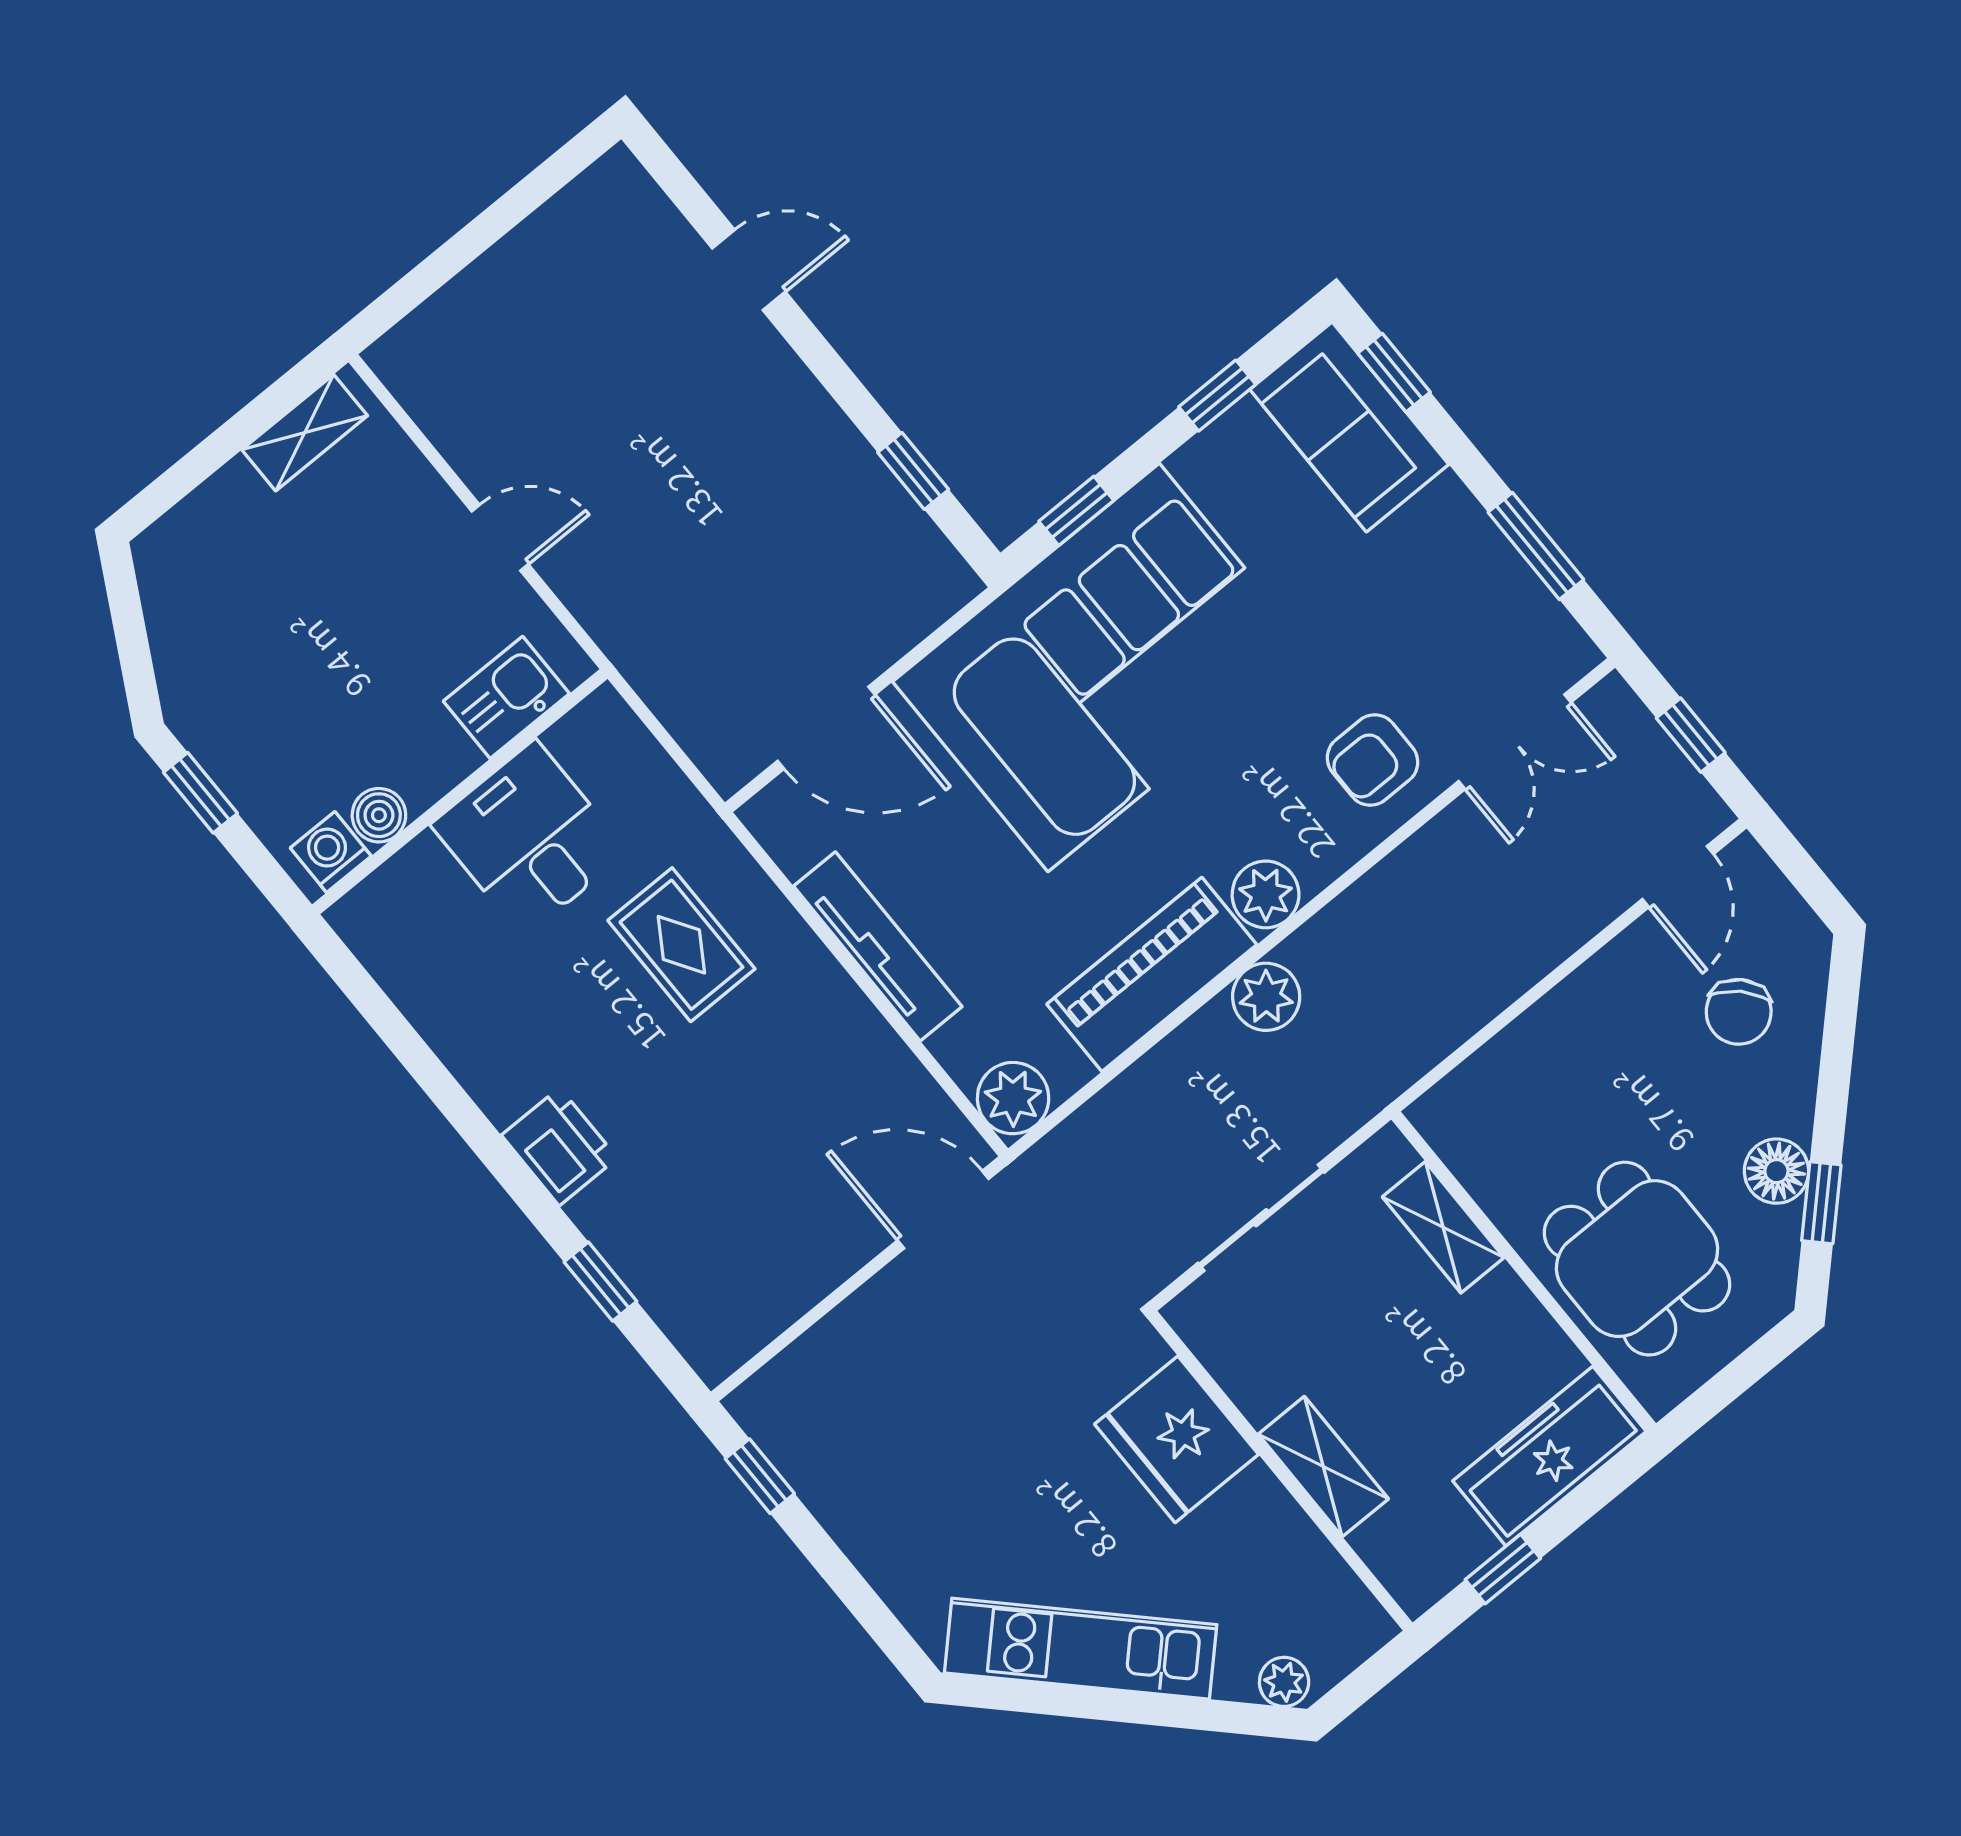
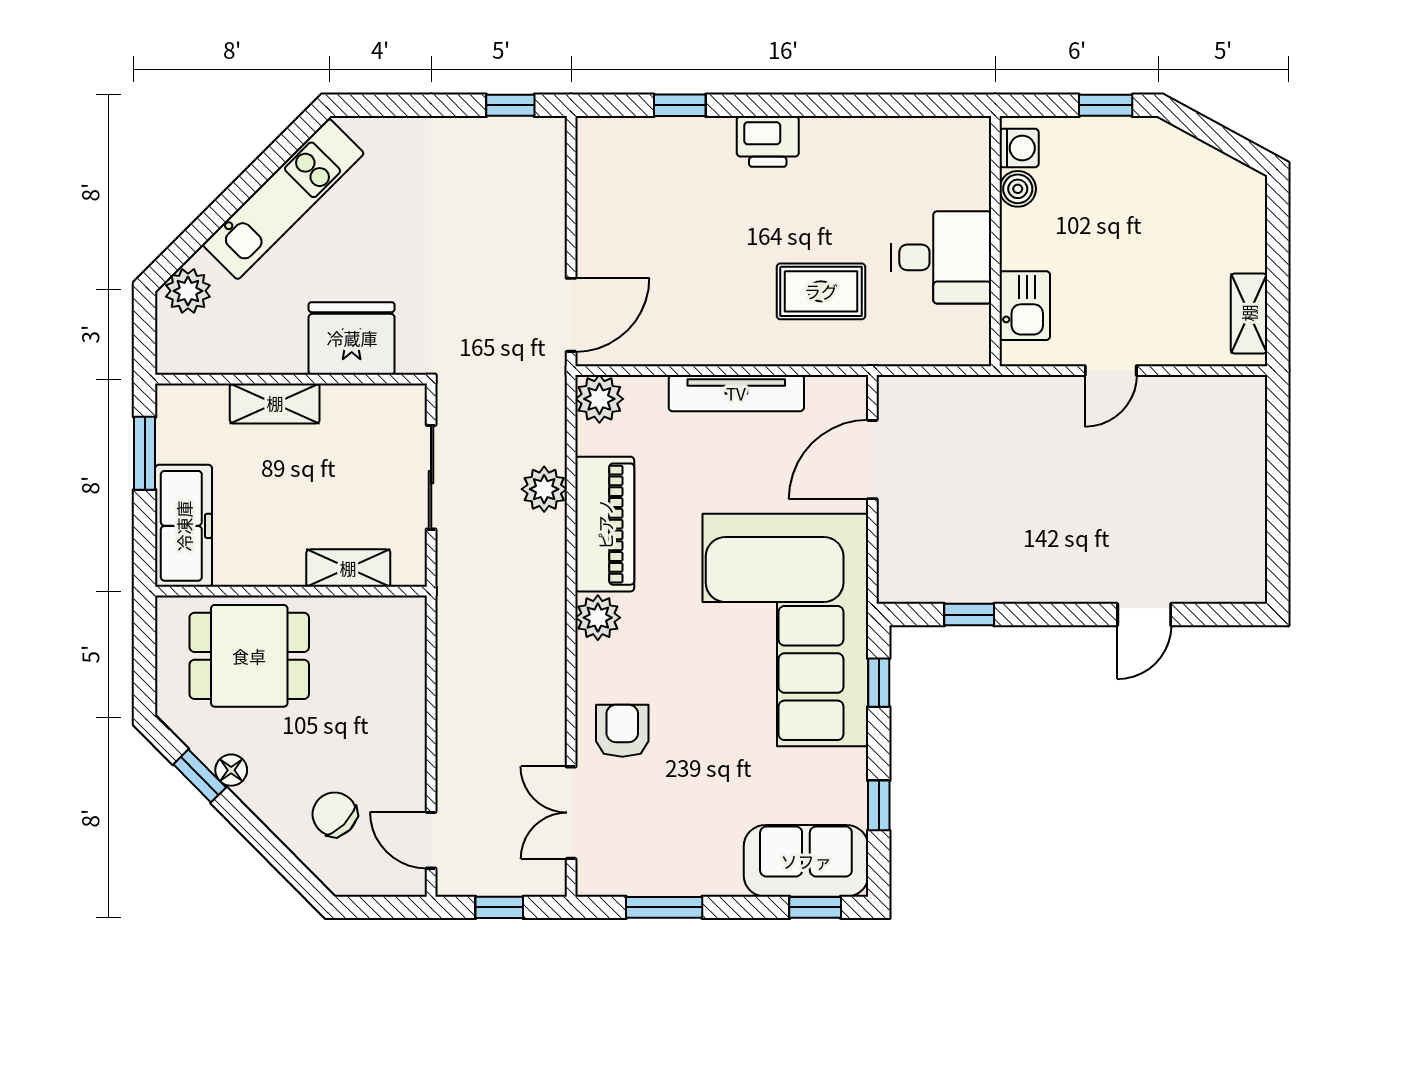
plant: (1266, 997) -> (544, 489), moved
floor lamp: (1776, 1171) -> (231, 770), width x0.73, depth x0.73
window: (1503, 1569) -> (145, 453), width x1.50
plant: (1284, 1682) -> (188, 291), width x1.38, depth x1.38

